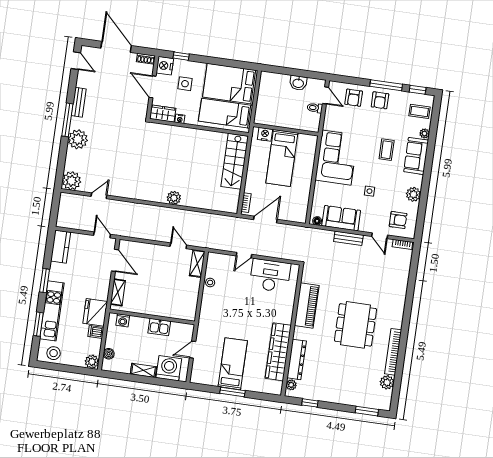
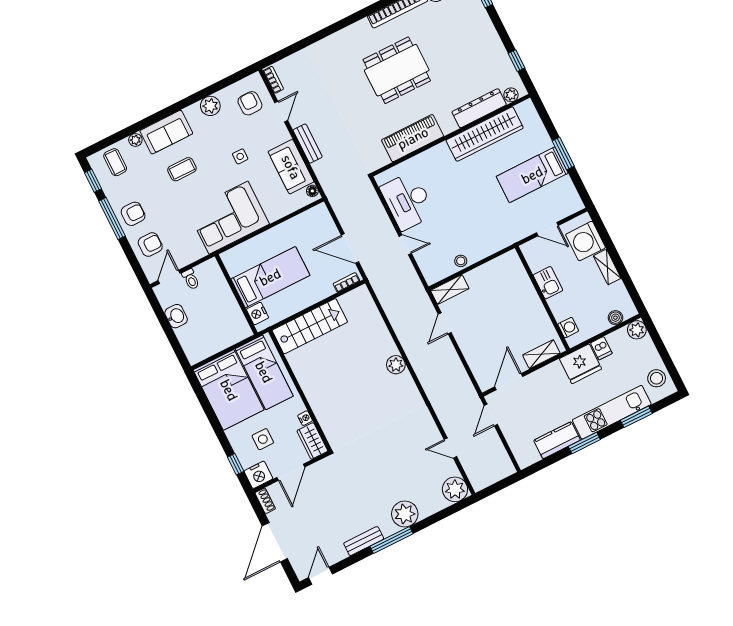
kitchen counter: (61, 247) -> (557, 440), moved

